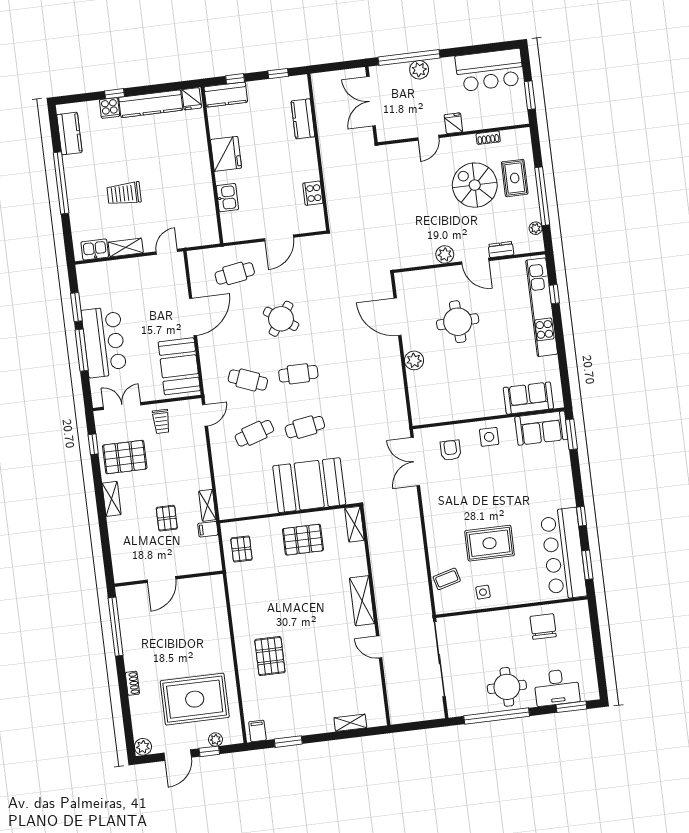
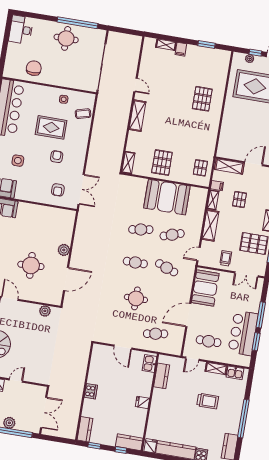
kitchen counter: (303, 119) -> (85, 429), moved
fridge: (226, 154) -> (143, 402), width x0.53, depth x0.75
cooker: (313, 193) -> (91, 391), moved
kitchen sink: (227, 198) -> (149, 363), moved
kitchen counter: (206, 211) -> (162, 376), added
door: (279, 238) -> (123, 347), swing flipped
plant: (445, 254) -> (45, 311), moved
cafe table: (150, 286) -> (209, 341), added
door: (397, 317) -> (66, 279), hinge flipped
round table: (281, 319) -> (136, 298), turned -35
bar counter: (104, 342) -> (243, 333), moved
side table: (489, 437) -> (18, 161), moved
shelving: (200, 465) -> (210, 225), added
booth: (309, 485) -> (167, 197), moved
armchair: (468, 501) -> (57, 157), added
pallet: (303, 540) -> (162, 163), turned 90
shelving: (198, 564) -> (229, 166), added
chair: (543, 626) -> (34, 68), turned 180
desk: (557, 687) -> (21, 30), moved, turned -90
window: (571, 707) -> (31, 15), removed
filing cabinet: (257, 731) -> (181, 49), moved

